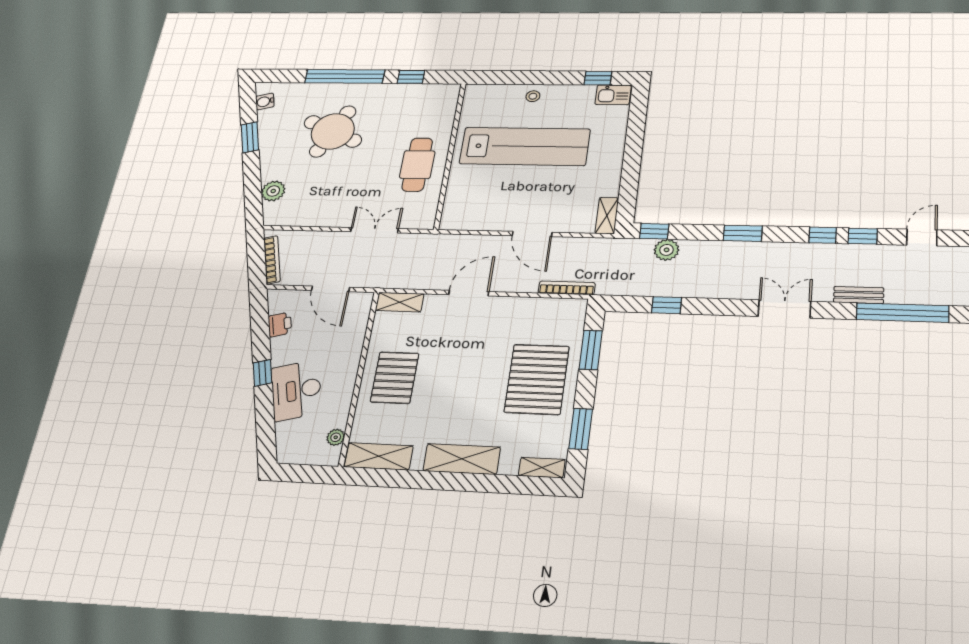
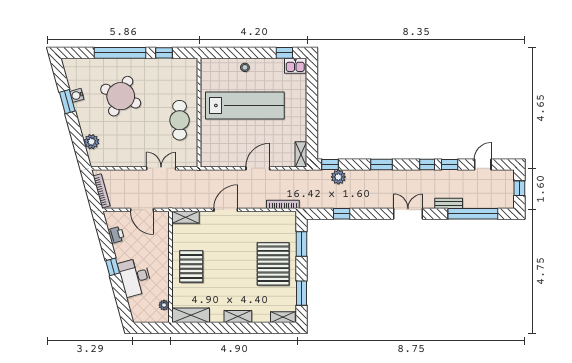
water cooler: (265, 102) -> (77, 95), moved
door: (532, 234) -> (258, 168), swing flipped
shelving: (462, 459) -> (238, 316), width x0.67, depth x0.75

